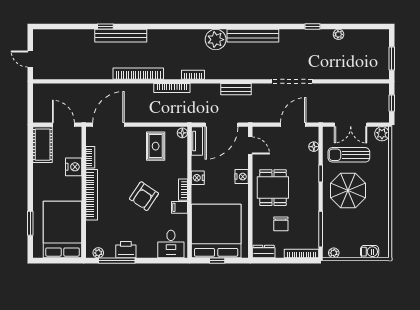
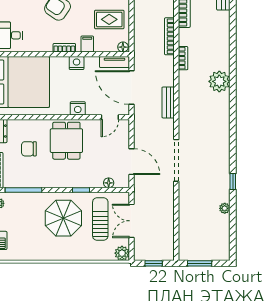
bench: (253, 36) -> (223, 120), removed
dining table: (273, 188) -> (66, 141), turned 90
filing cabinet: (179, 207) -> (87, 44), moved

